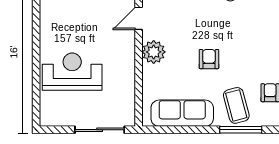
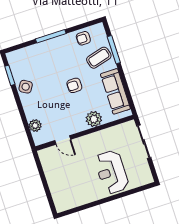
plant: (154, 52) -> (94, 119), moved

